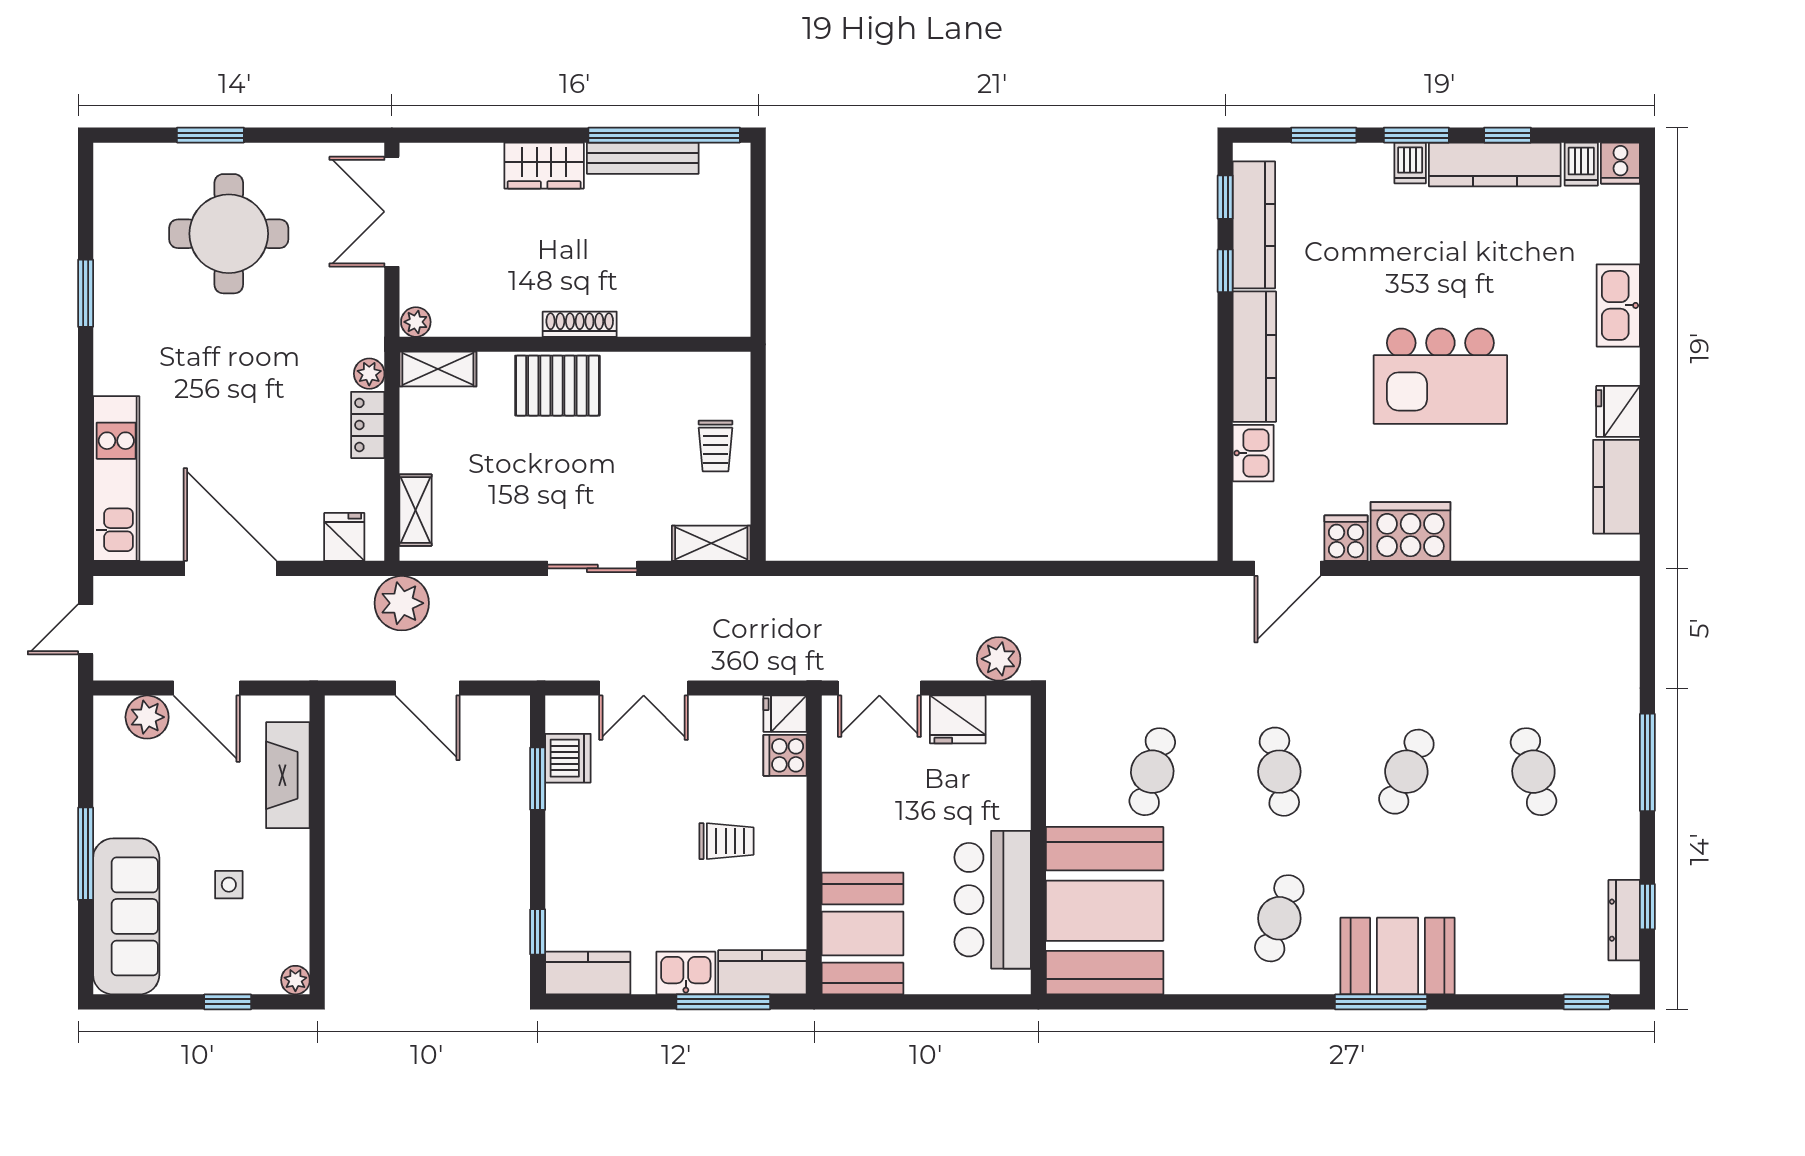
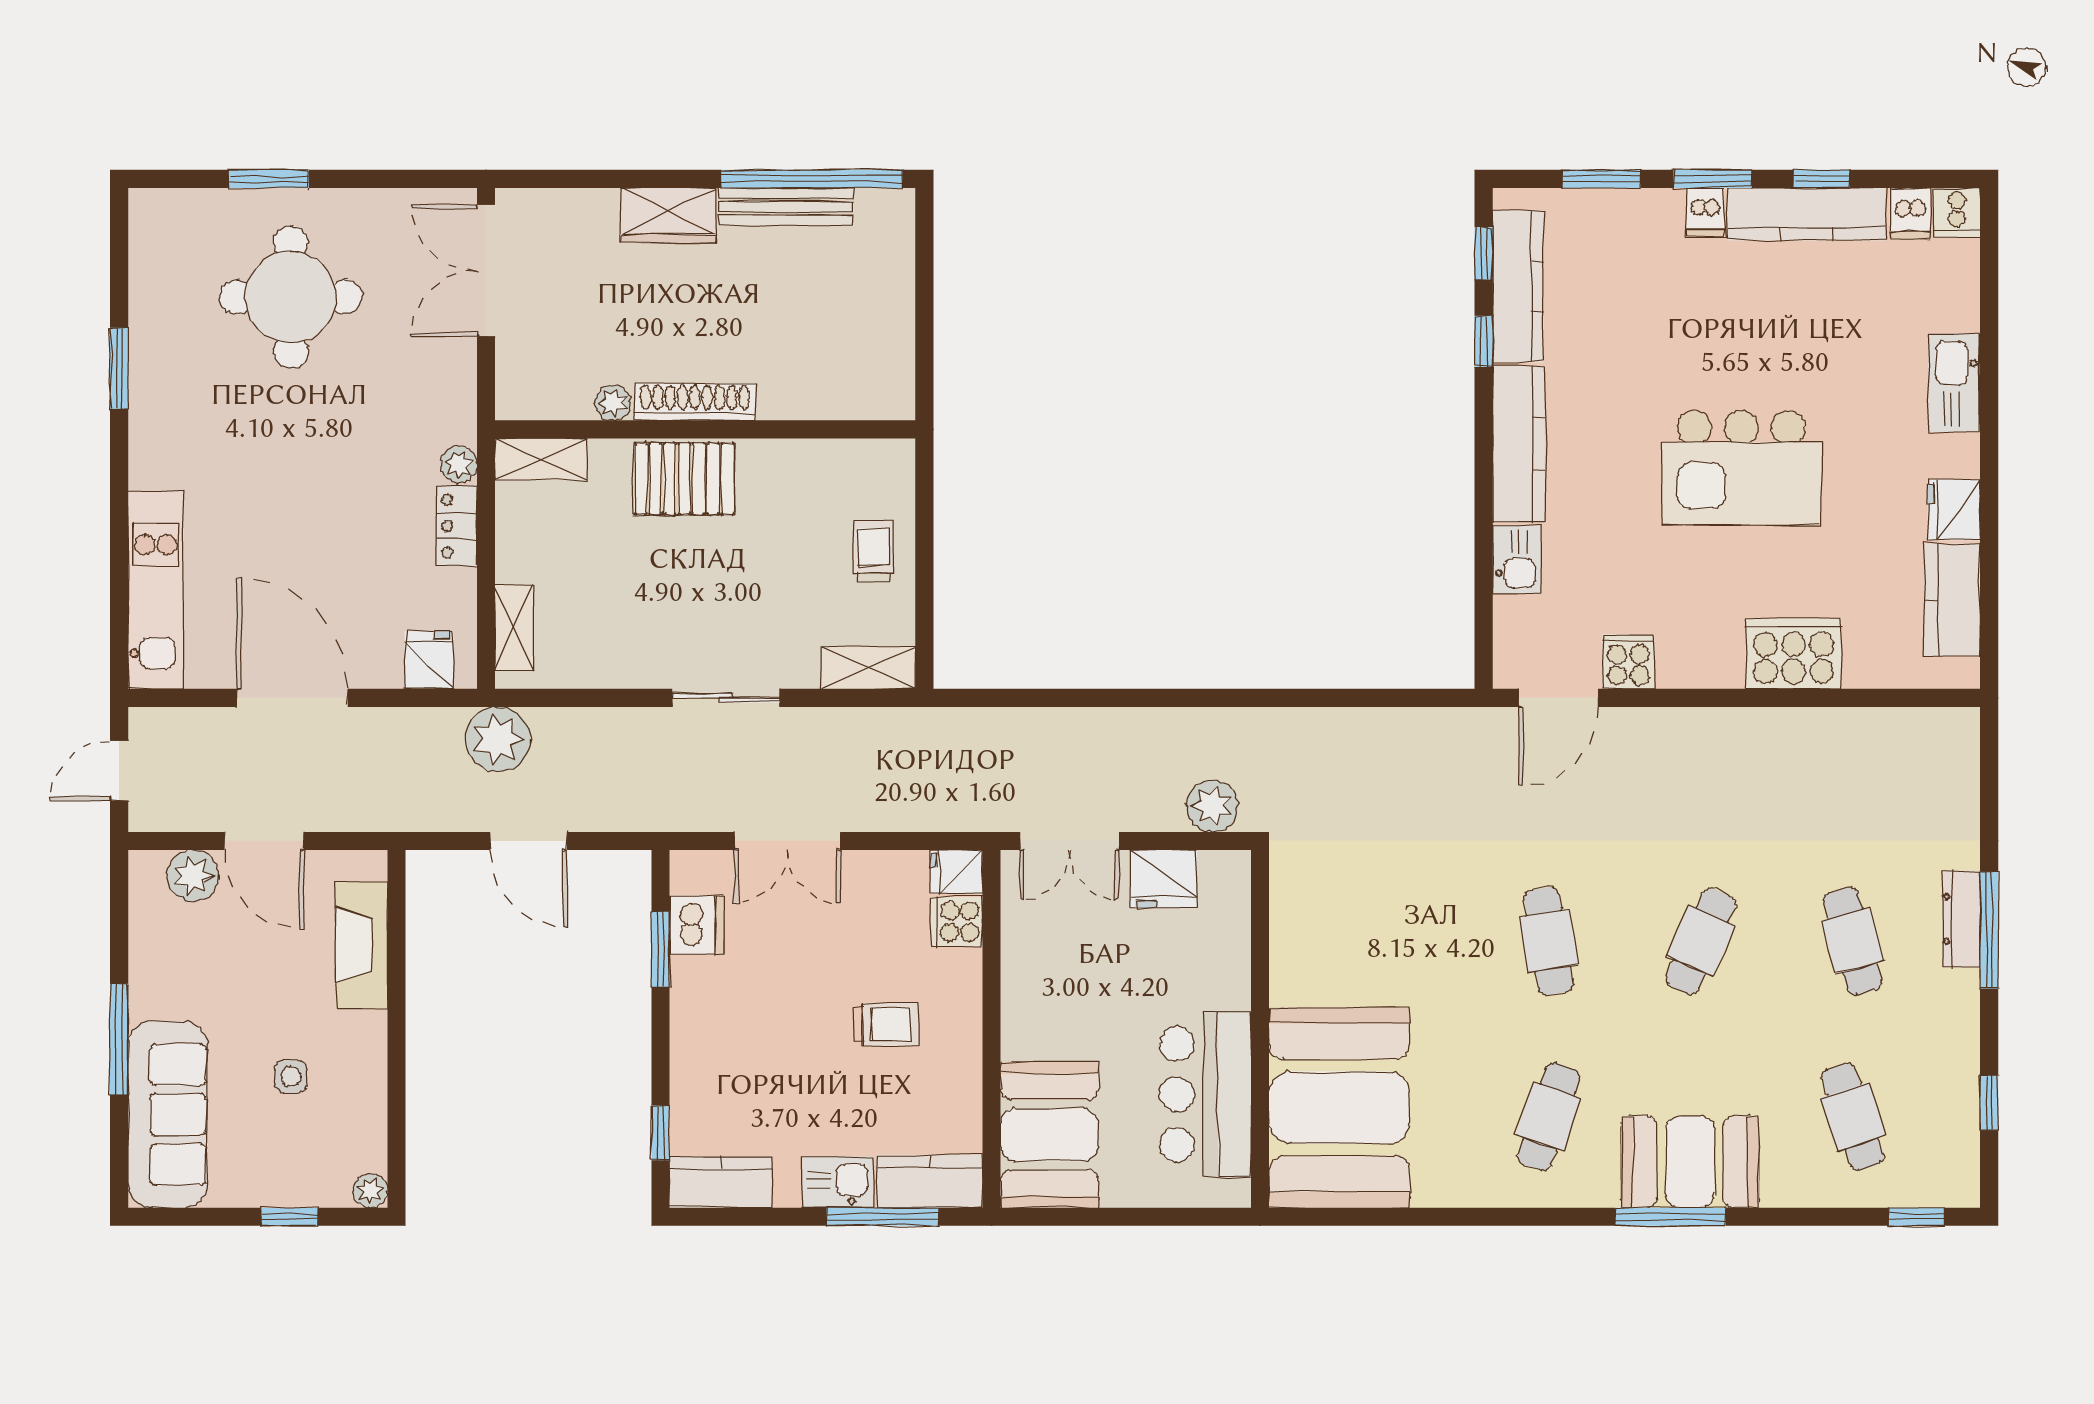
plant: (416, 322) -> (613, 403), moved
shoe rack: (580, 324) -> (695, 402), width x1.36, depth x1.24
trolley: (715, 446) -> (873, 551), turned 180
cooker: (1411, 532) -> (1794, 654), moved
cafe table: (1152, 772) -> (1853, 1117), moved, turned -33
dresser: (1624, 920) -> (1961, 919), moved

